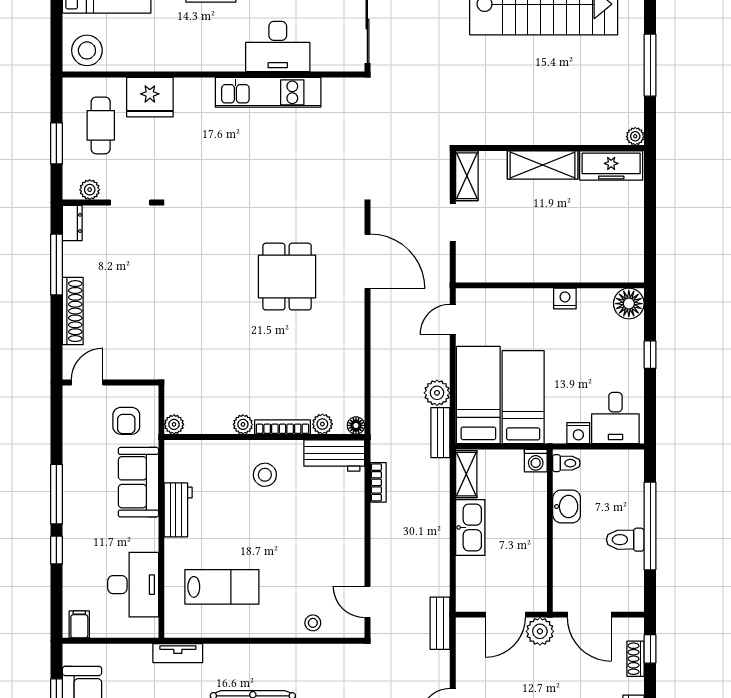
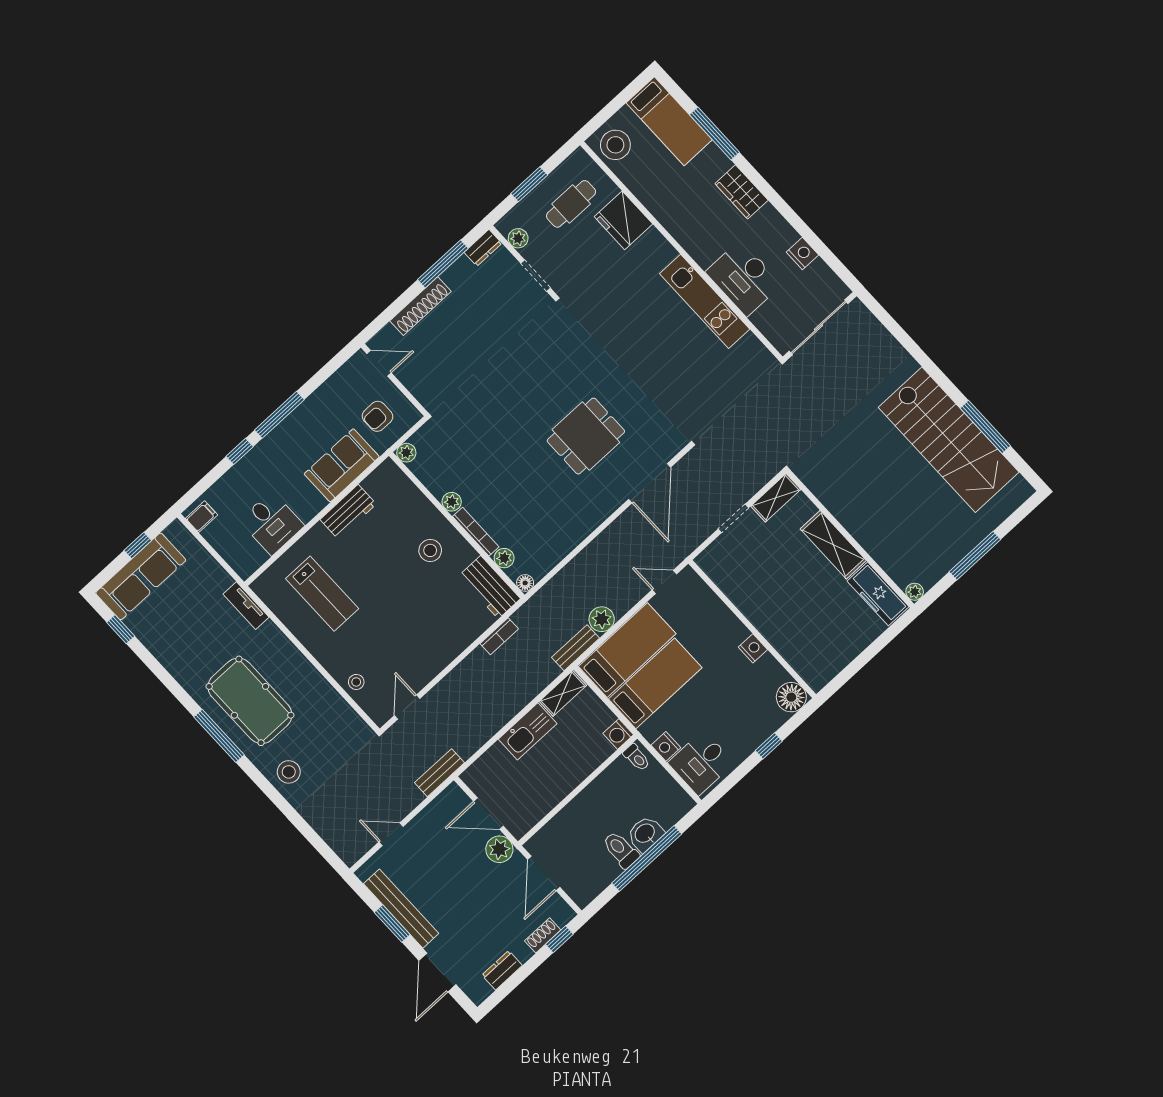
washbasin: (567, 506) -> (645, 834), moved, turned 180
desk: (133, 585) -> (272, 523), width x0.73

